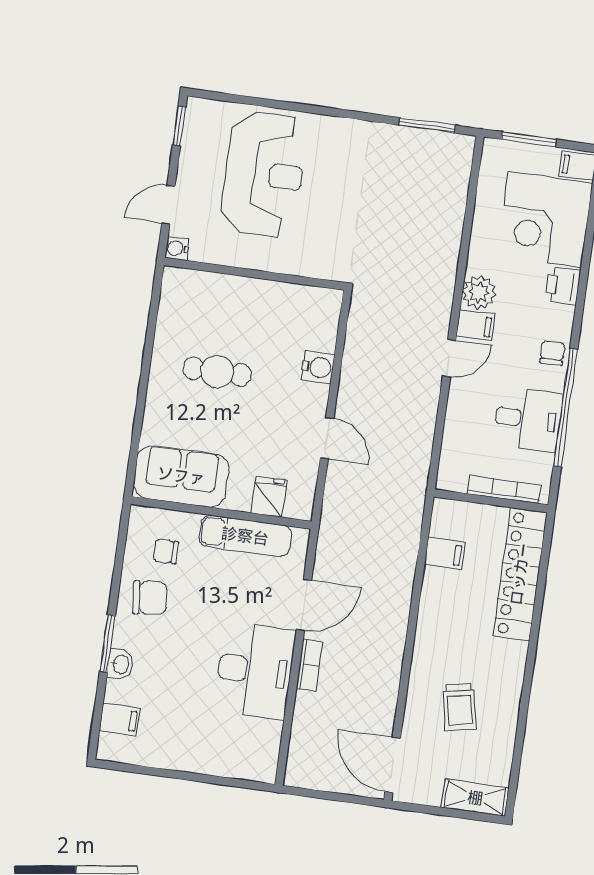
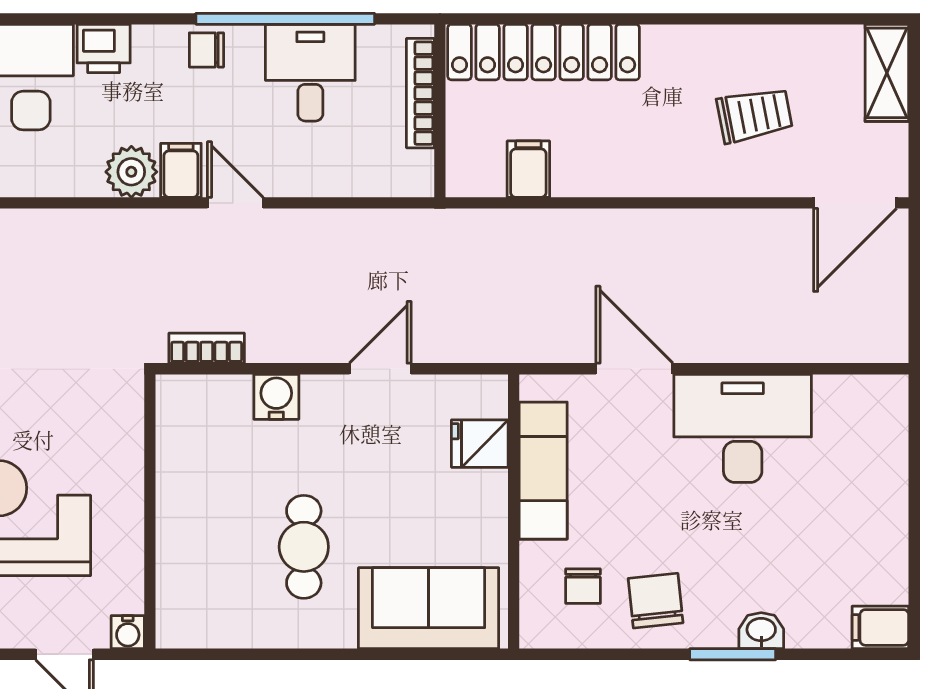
sofa: (181, 476) -> (429, 608), moved, turned 90
bookcase: (309, 665) -> (207, 348), moved
filing cabinet: (120, 719) -> (880, 627), moved, turned -90

